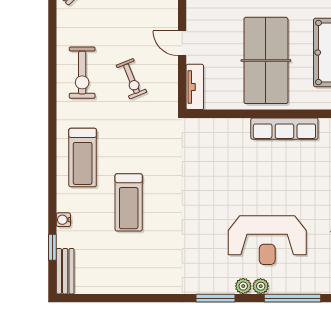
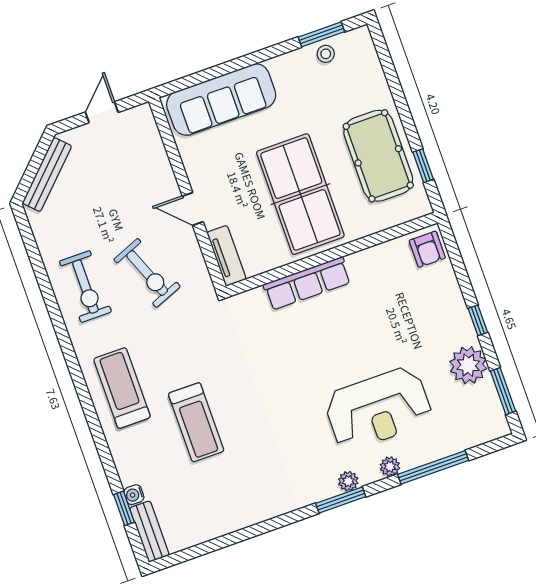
exercise bike: (131, 79) -> (147, 273), width x1.38, depth x1.39
row of seats: (284, 129) -> (307, 283), moved
treadmill: (83, 158) -> (122, 388), turned 180
water cooler: (63, 220) -> (134, 495), moved
plant: (243, 286) -> (348, 481), moved

